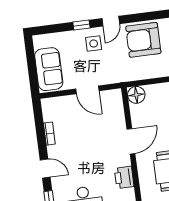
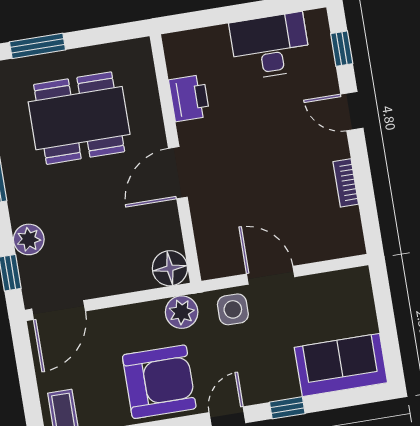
side table: (94, 44) -> (233, 309), moved
sofa: (49, 69) -> (341, 365), moved, turned 90
plant: (131, 73) -> (182, 312), added

